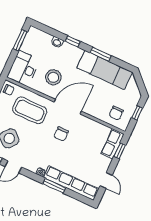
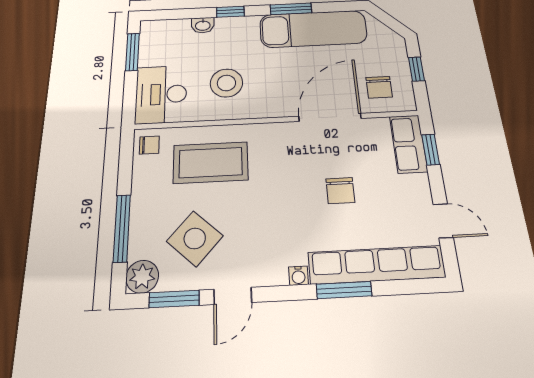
door: (68, 107) -> (330, 117), moved
chair: (61, 134) -> (340, 191), moved

